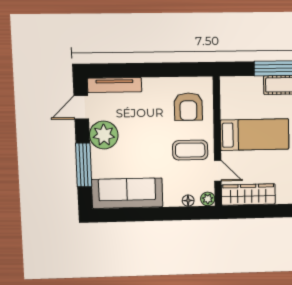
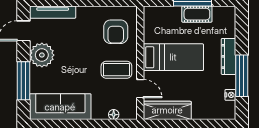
plant: (208, 199) -> (131, 113), removed

